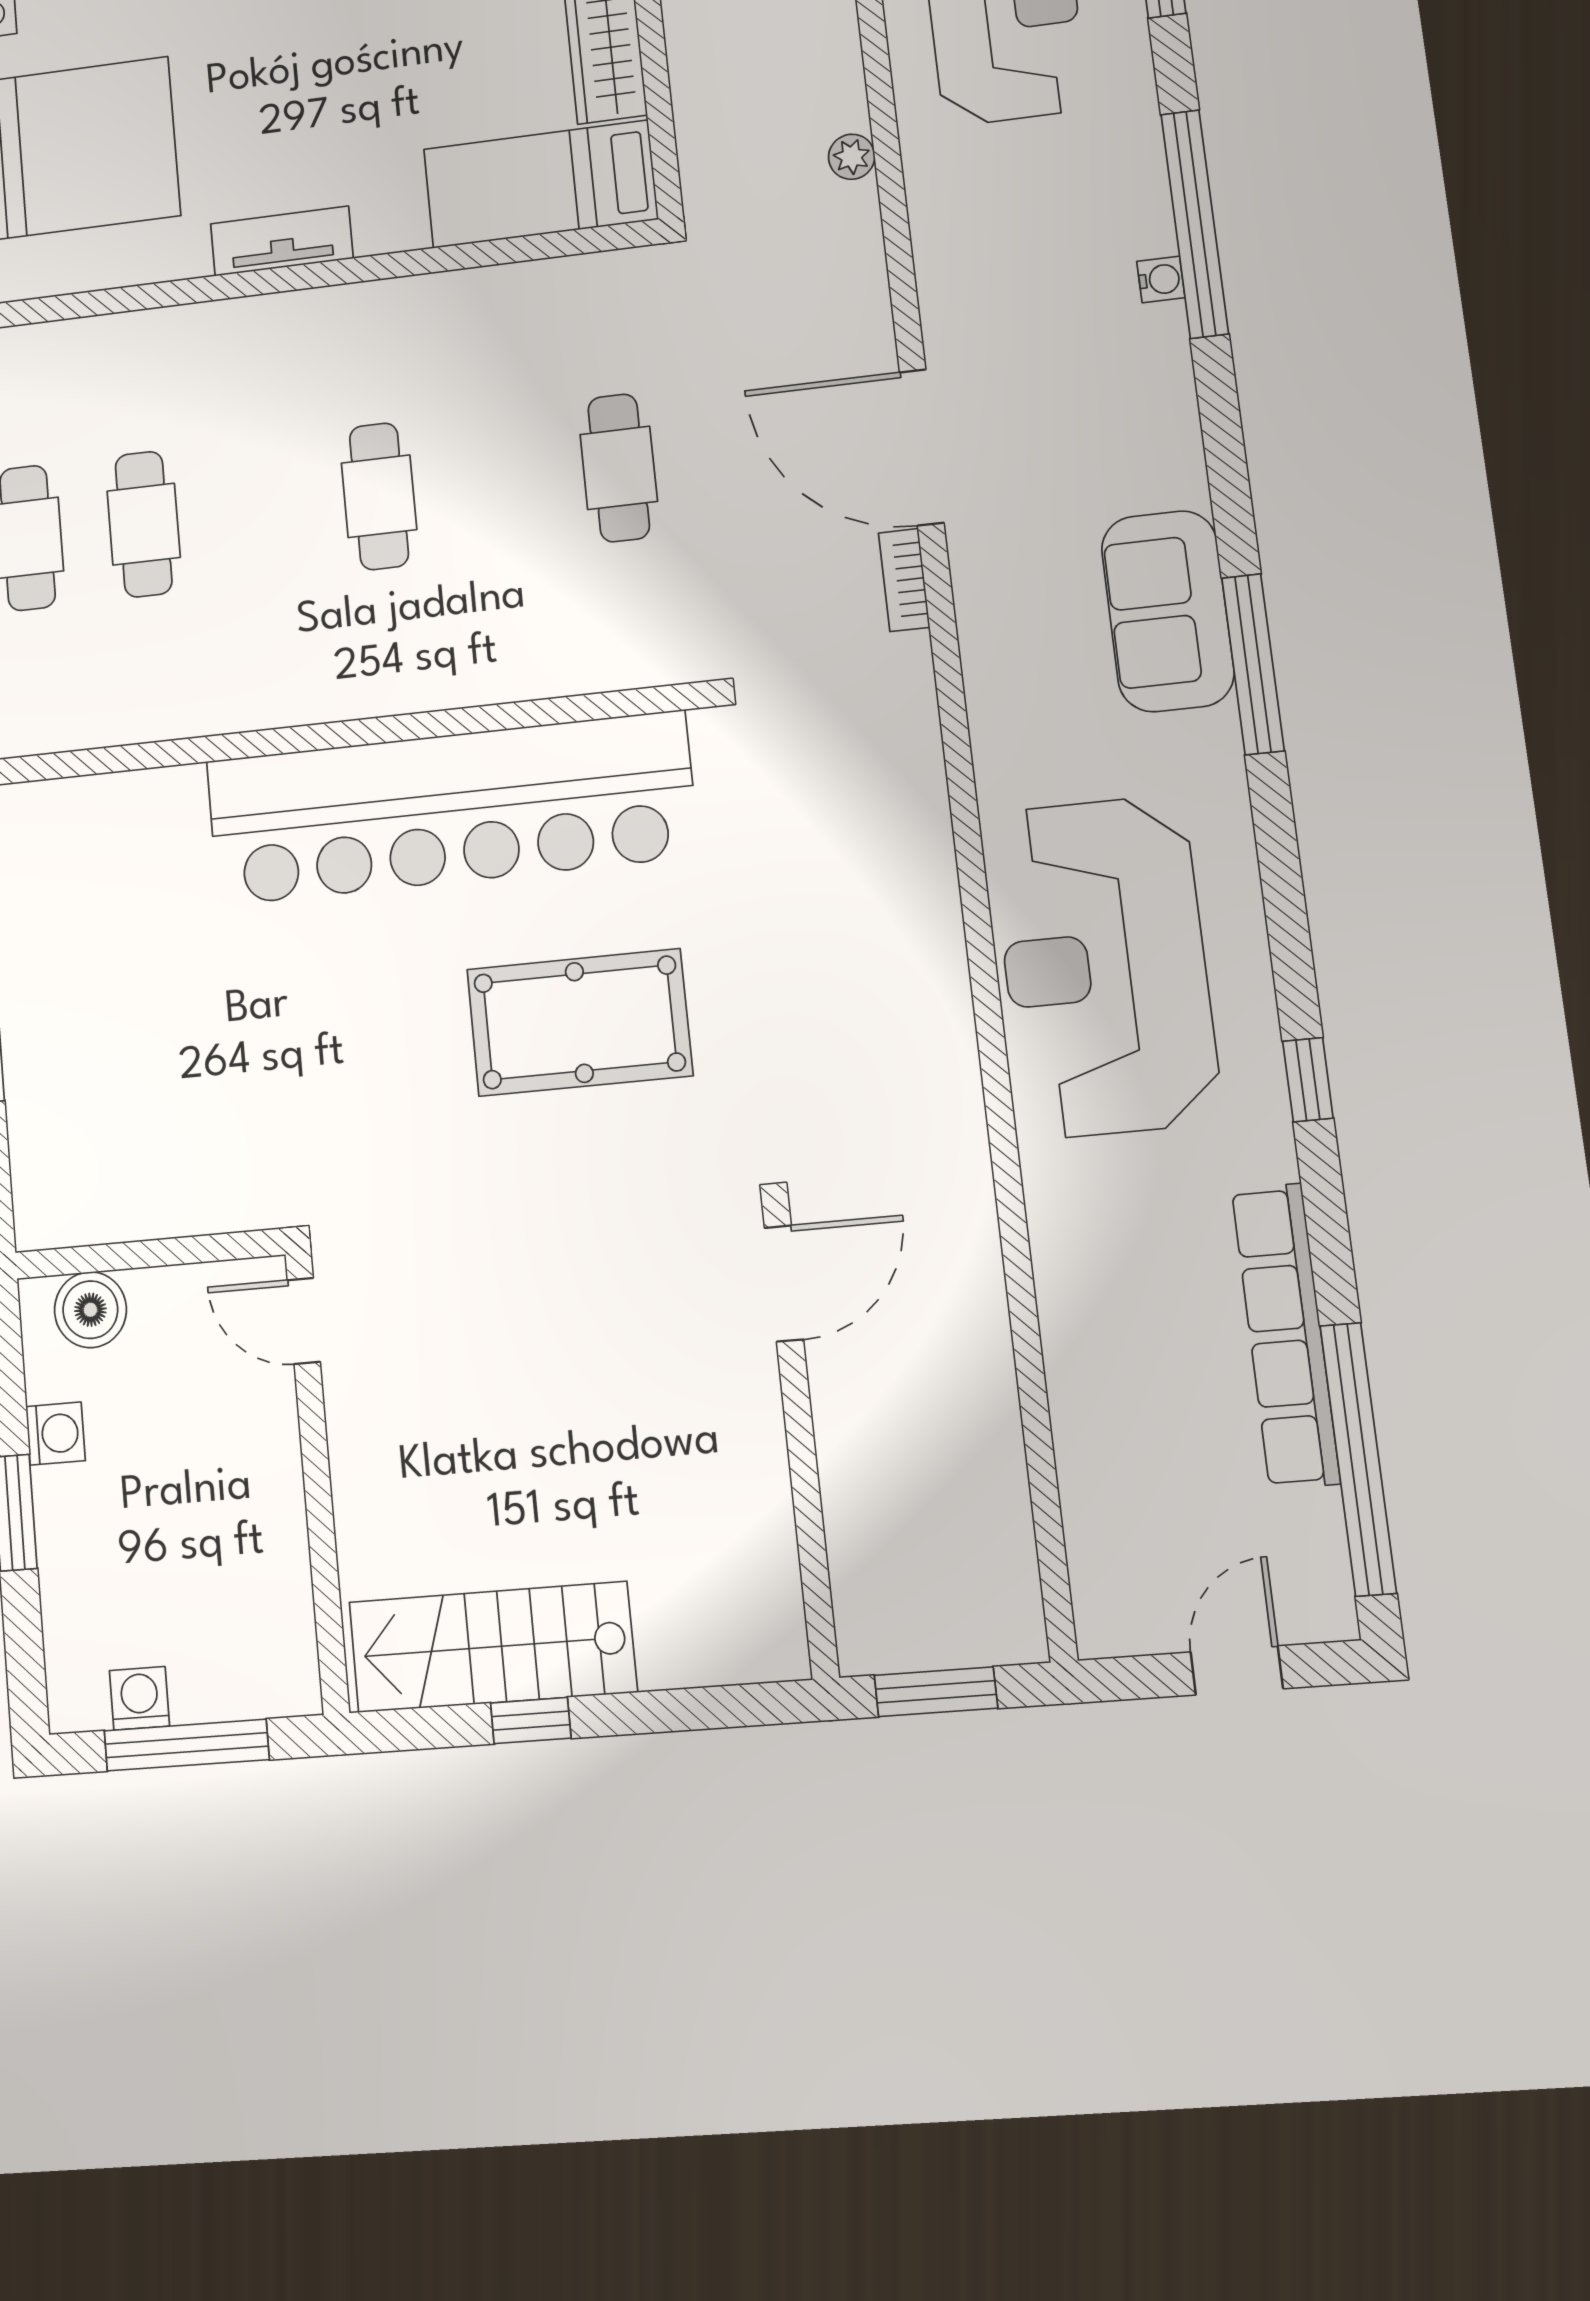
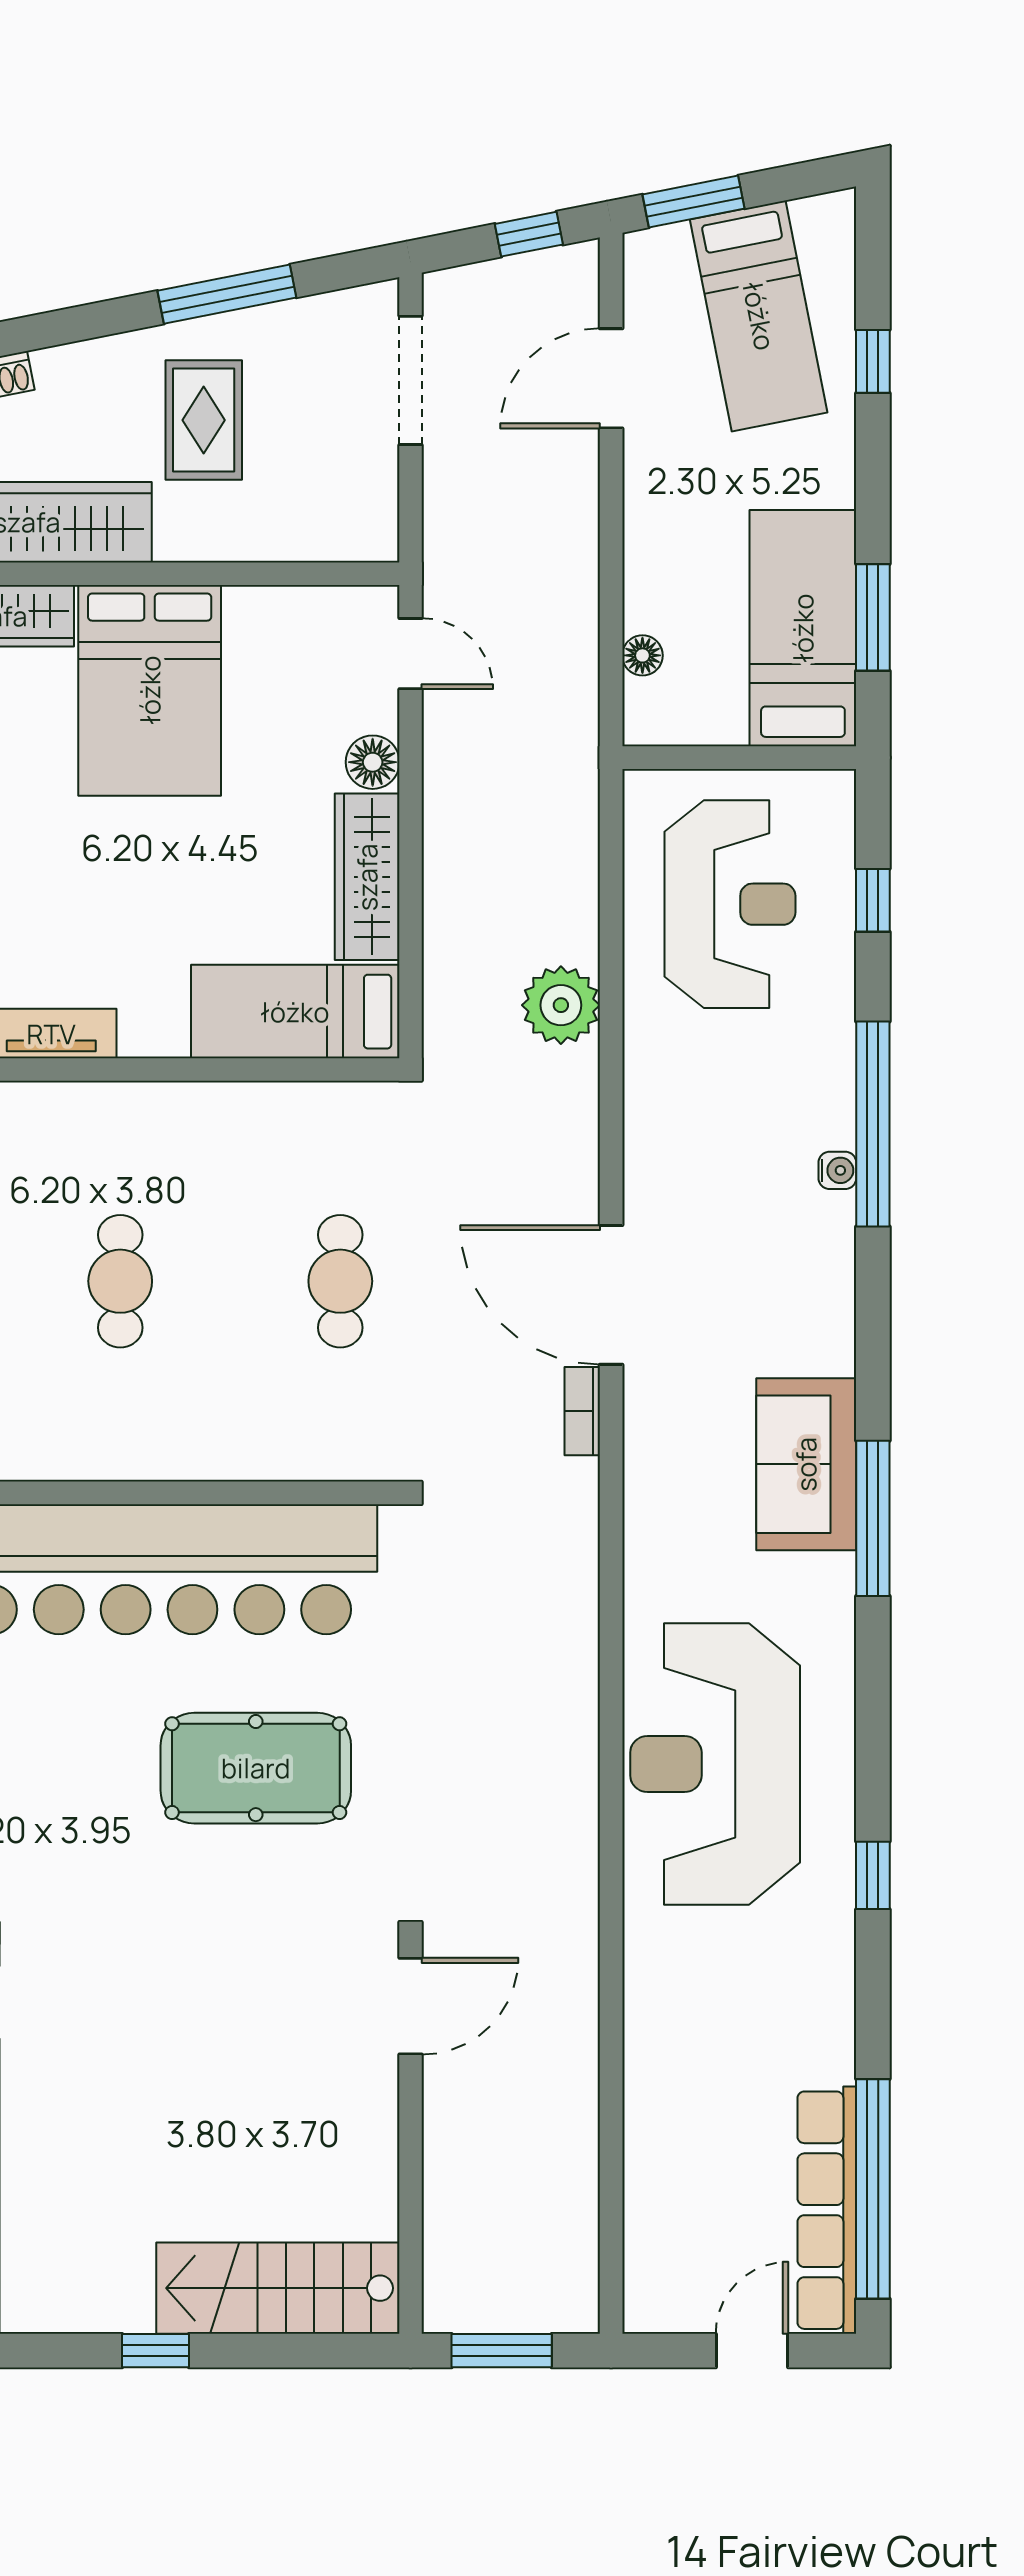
plant: (852, 157) -> (561, 1005), width x1.88, depth x1.88
row of seats: (1286, 1335) -> (827, 2210), moved
stairs: (492, 1647) -> (278, 2288), moved

